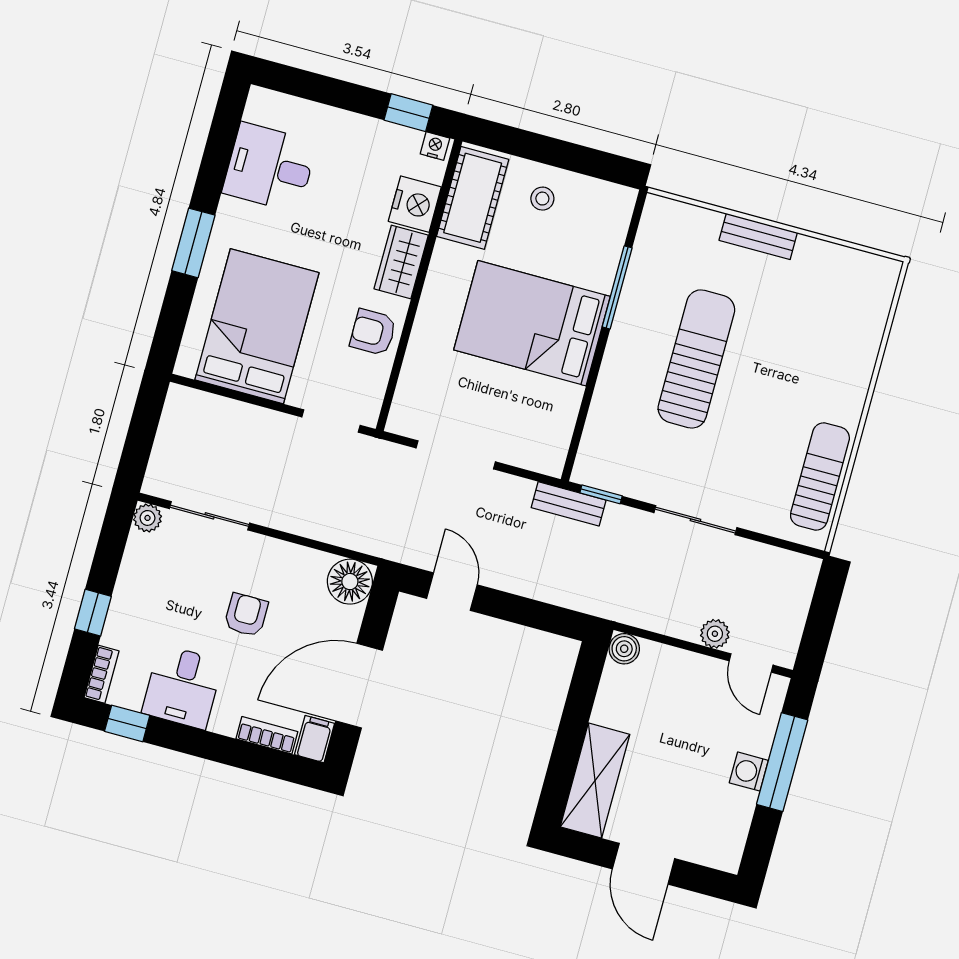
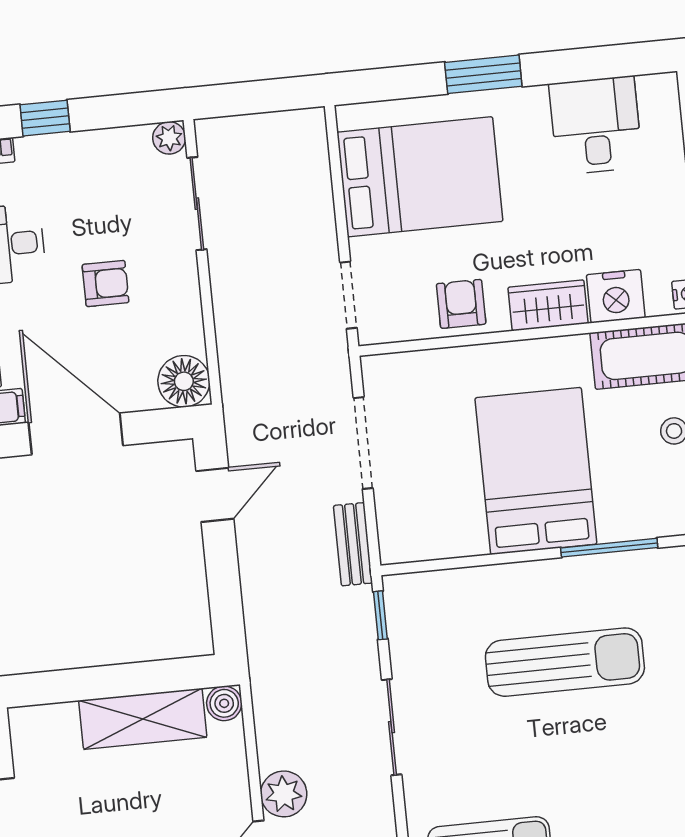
bench: (569, 504) -> (353, 544), moved
plant: (715, 634) -> (284, 794), width x1.38, depth x1.38
shelving: (595, 781) -> (143, 719), moved

